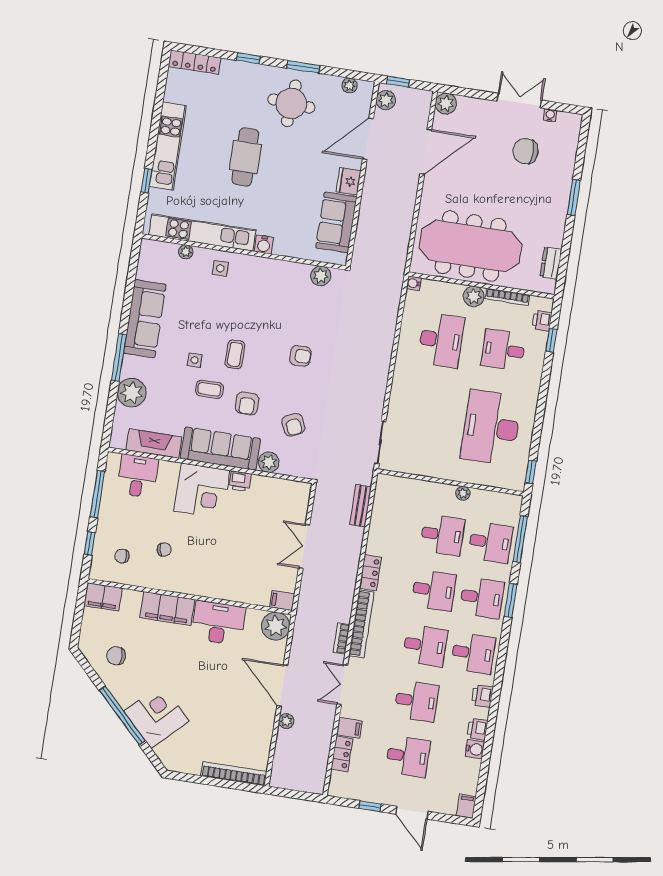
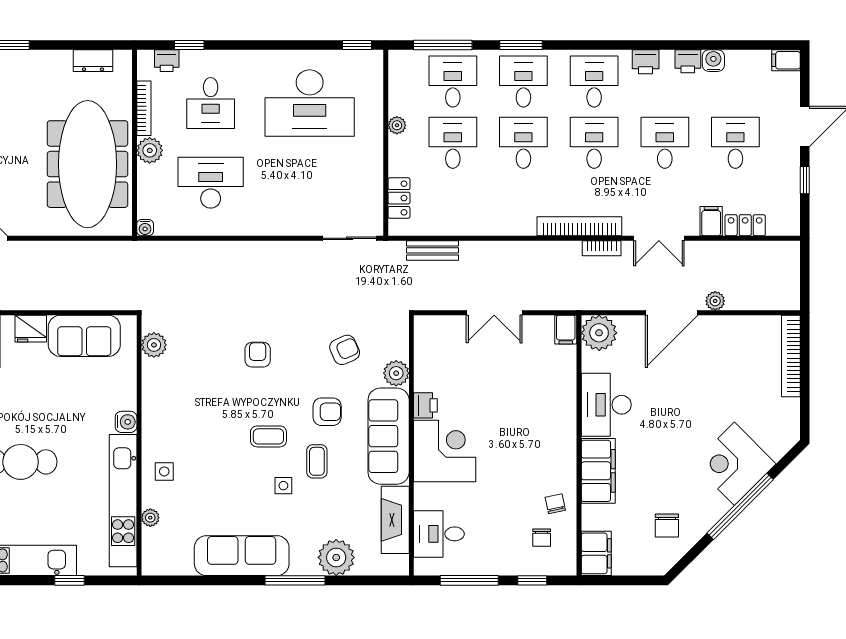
chair: (164, 550) -> (555, 504), moved
locker: (370, 573) -> (399, 198), moved, turned 90

